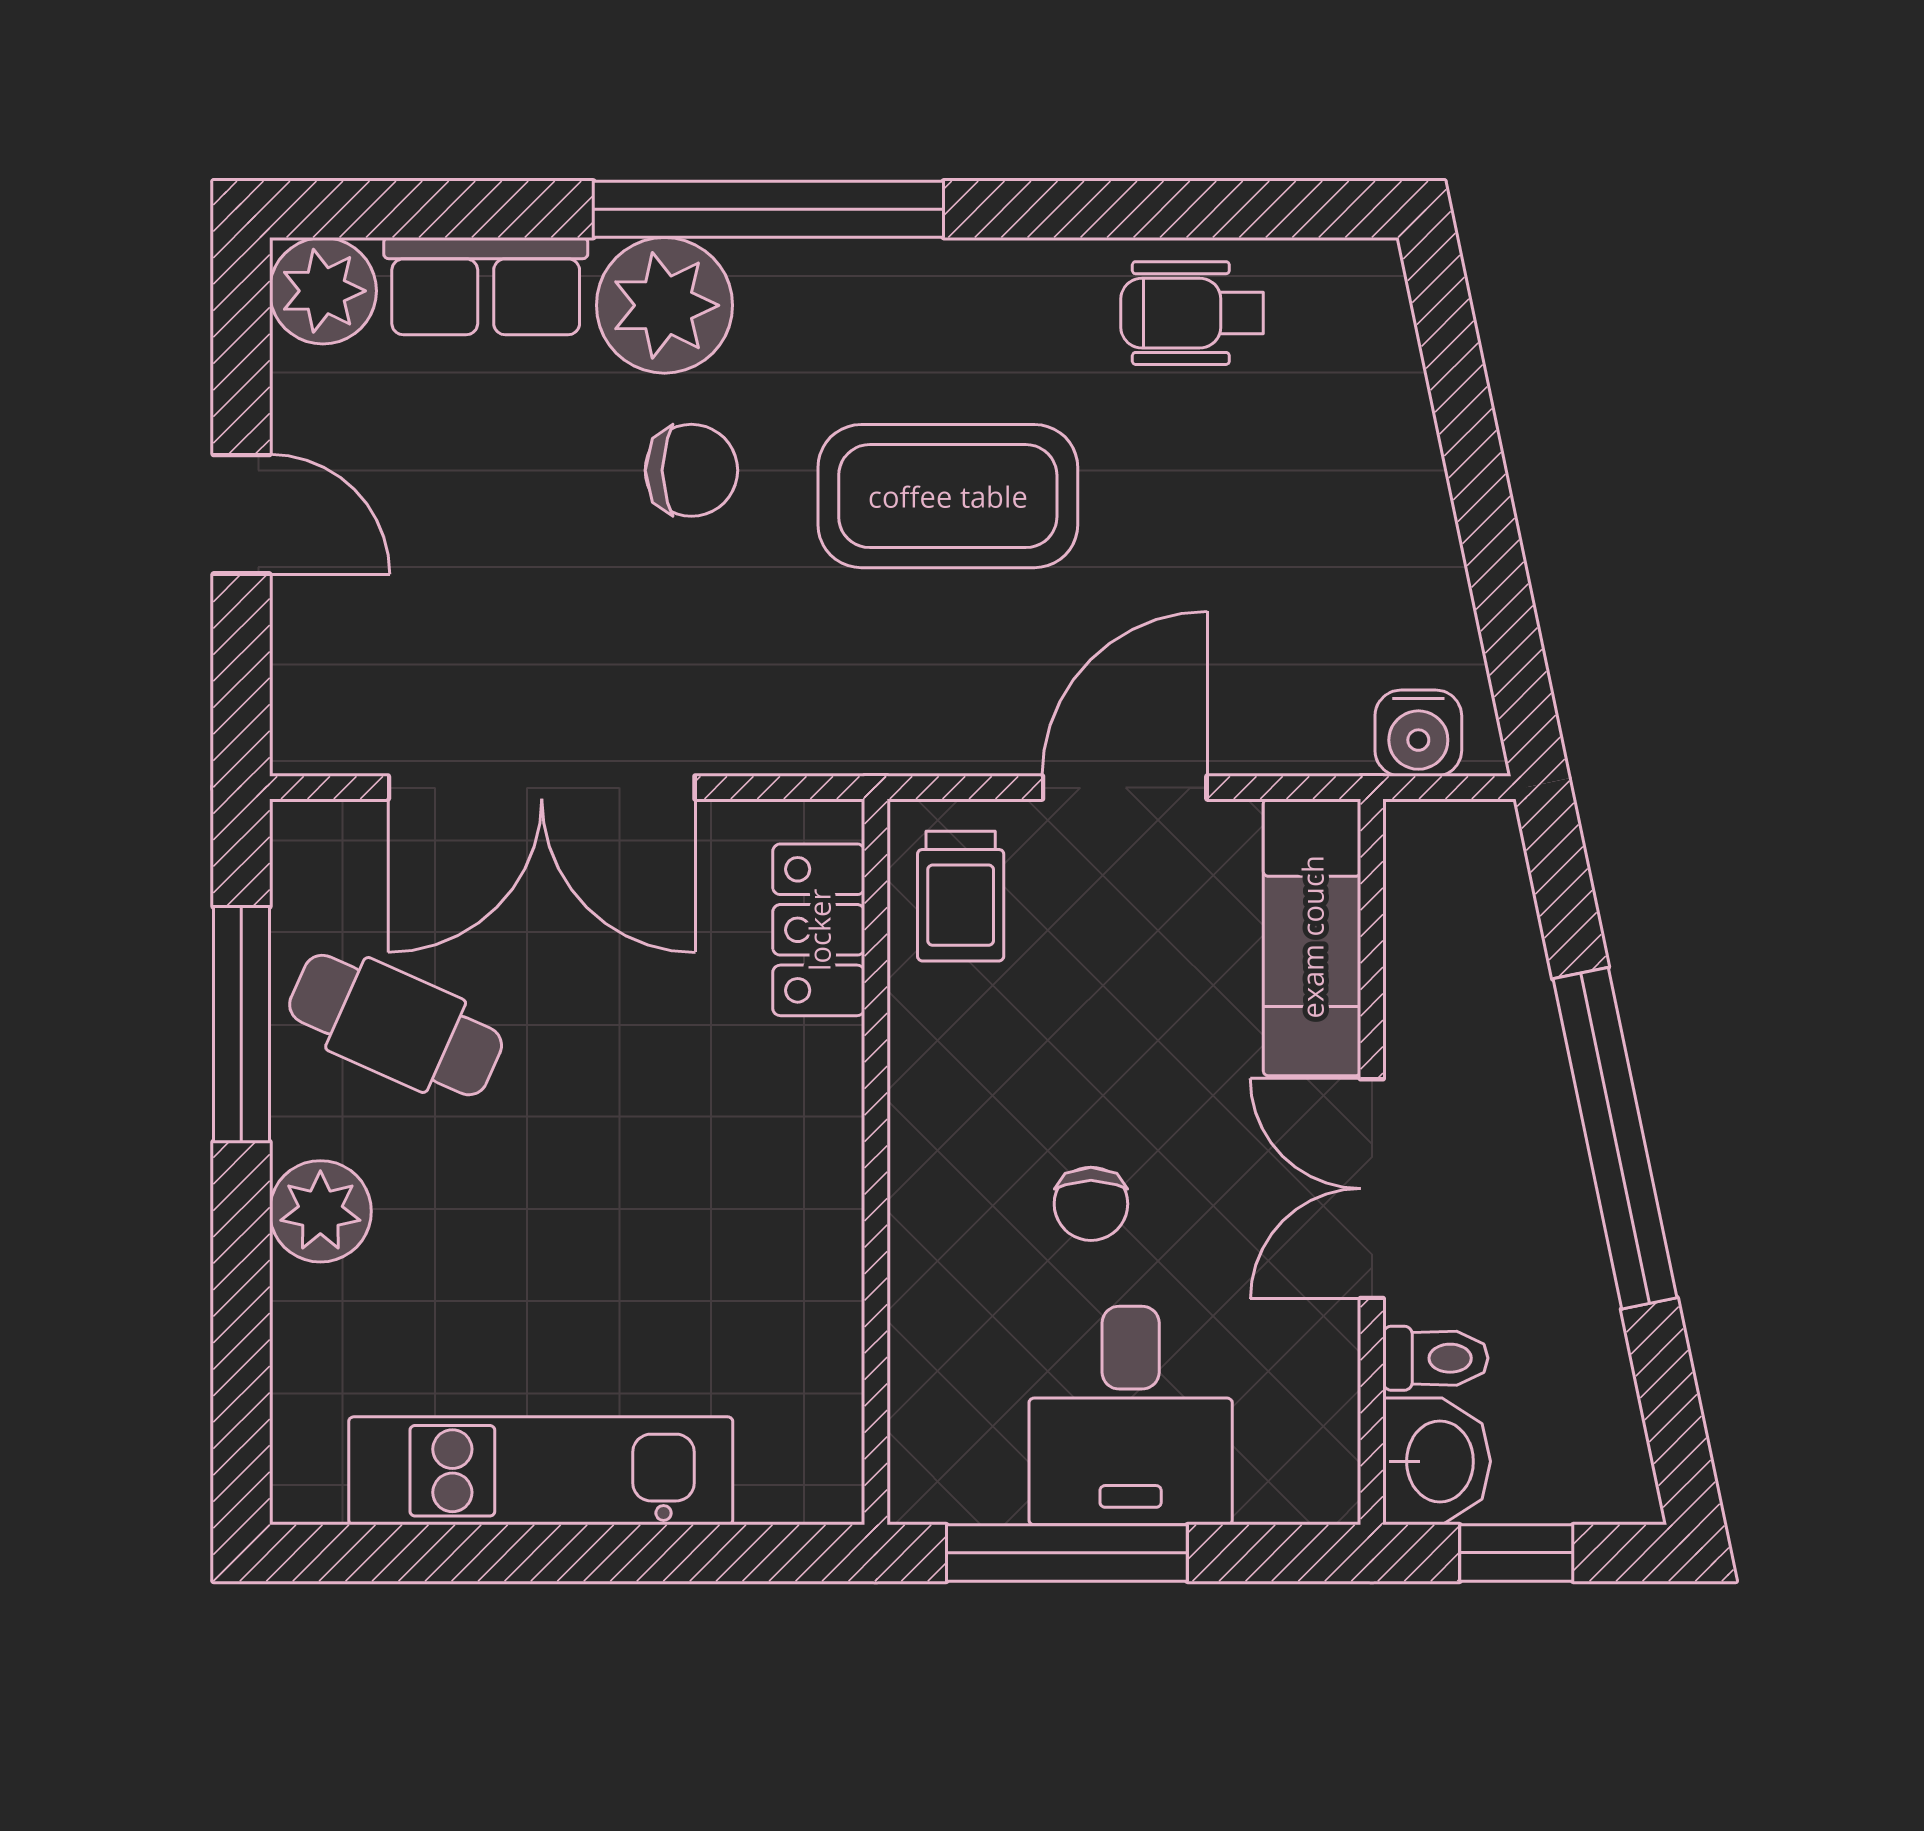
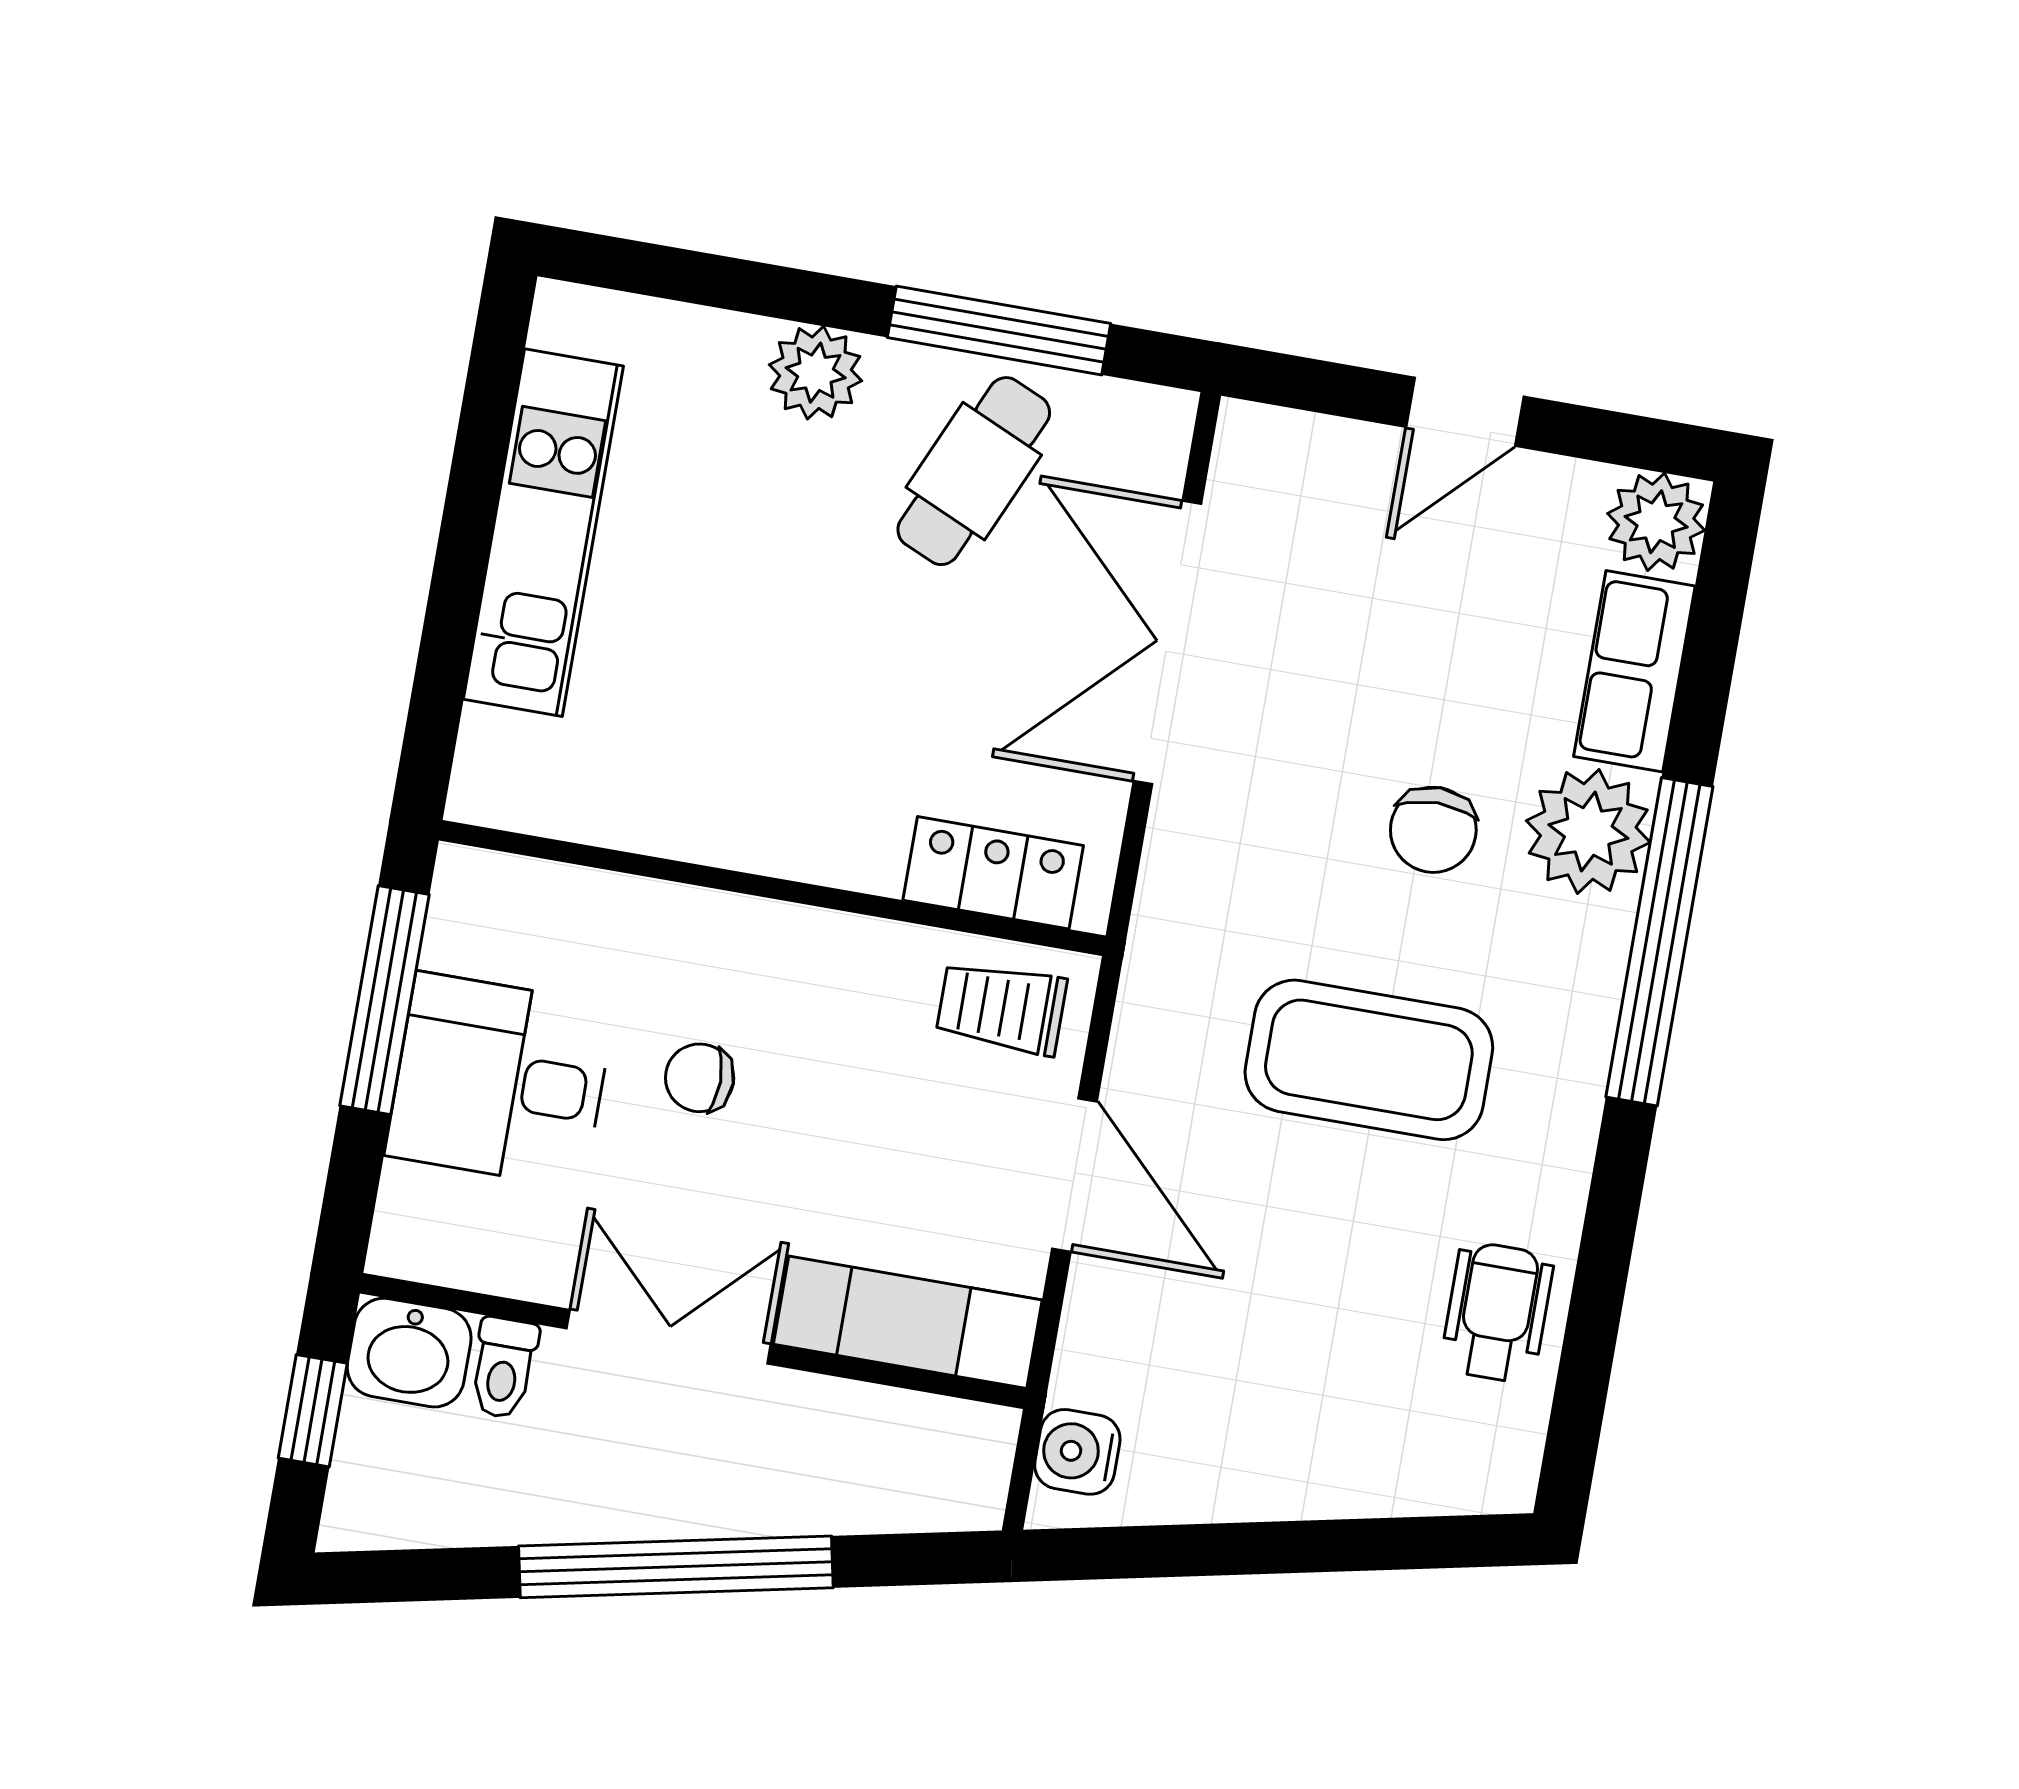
coffee table: (948, 496) -> (1369, 1060), turned 90

